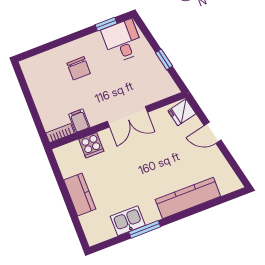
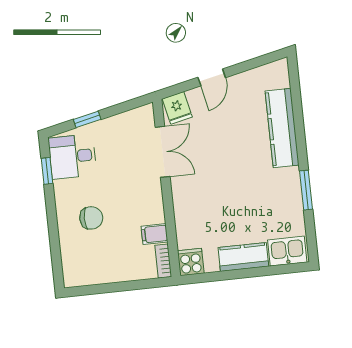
window: (164, 59) -> (87, 119), moved
double door: (127, 117) -> (163, 152), moved
cooker: (91, 145) -> (191, 262), moved, turned -90
kitchen sink: (128, 221) -> (287, 251), moved, turned 90

